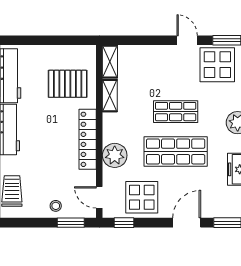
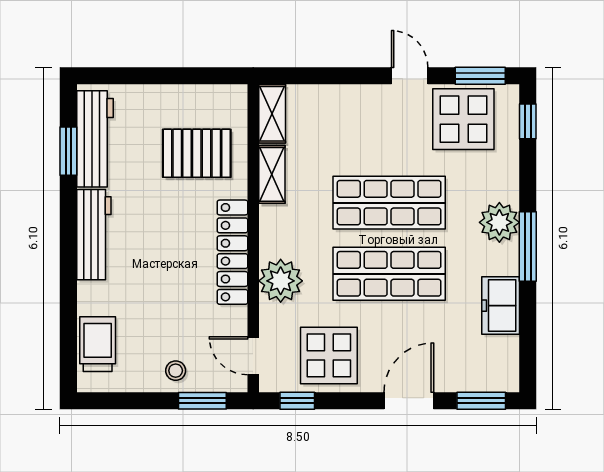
shop shelf: (176, 112) -> (389, 203), width x1.43, depth x1.36

